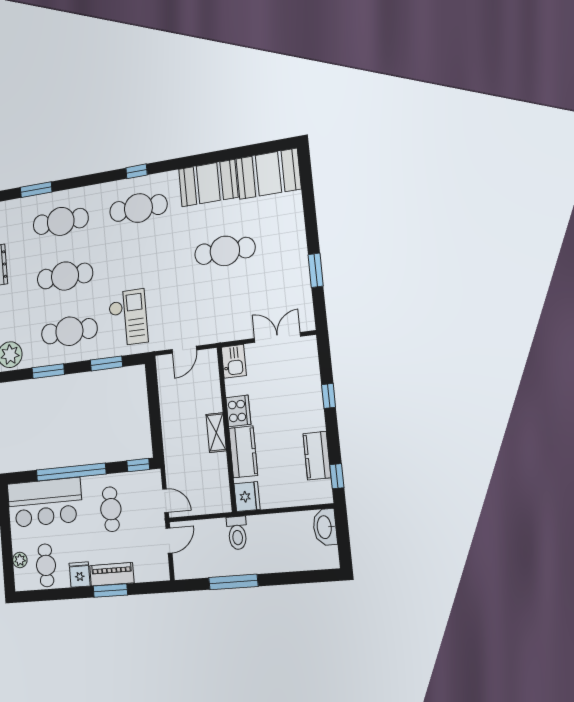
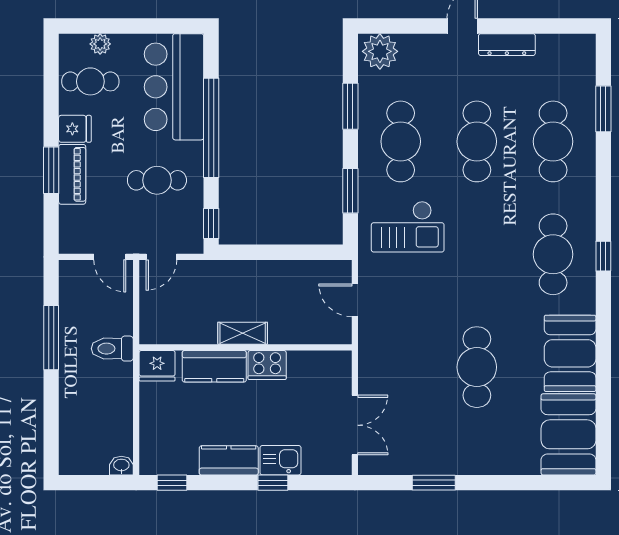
kitchen sink: (234, 361) -> (280, 460), moved, turned 180
kitchen counter: (317, 456) -> (229, 460), moved
washbasin: (325, 527) -> (121, 466), width x0.52, depth x0.69

